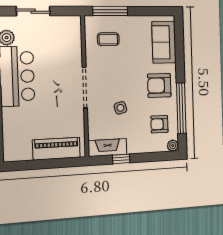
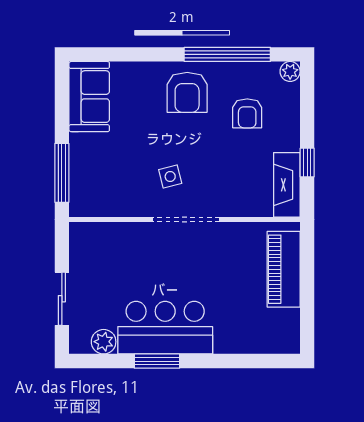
coffee table: (108, 39) -> (108, 178), removed
sofa: (164, 42) -> (89, 97), moved, turned -90
side table: (120, 108) -> (170, 176), moved
armchair: (159, 124) -> (247, 113), moved

